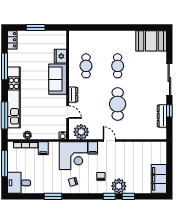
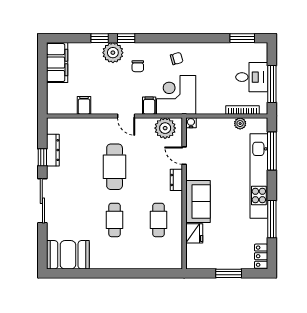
filing cabinet: (43, 148) -> (84, 105), moved
desk: (19, 183) -> (252, 77), moved
window: (53, 196) -> (242, 38), moved

